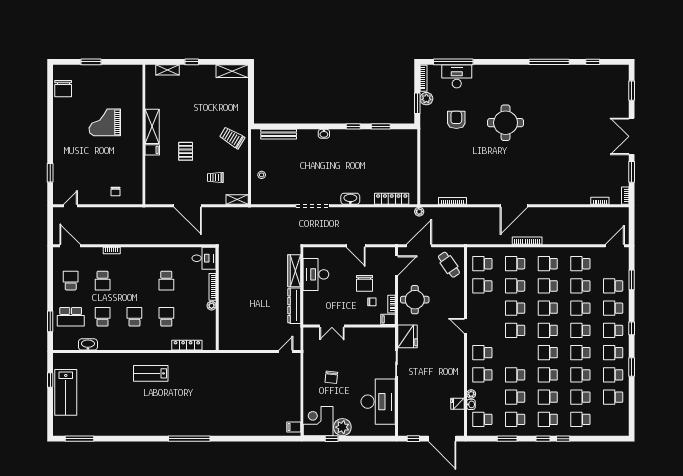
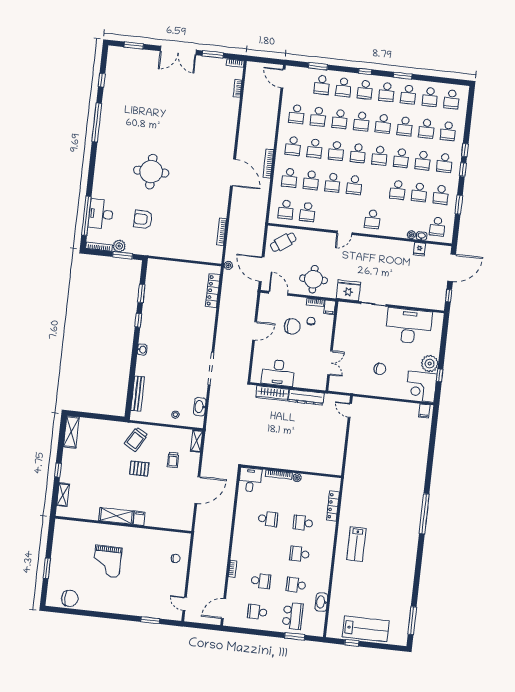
pallet: (186, 151) -> (139, 469), moved
washbasin: (350, 199) -> (200, 407), moved
school desk: (482, 375) -> (452, 99), moved

